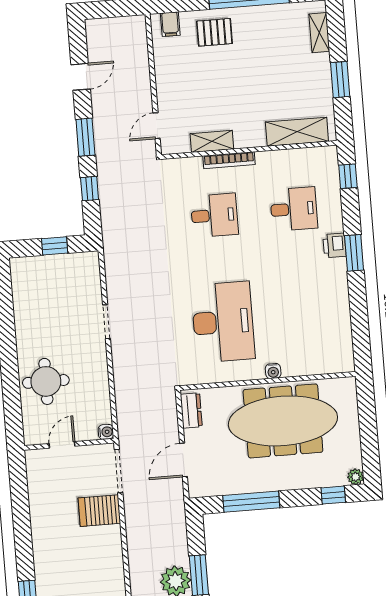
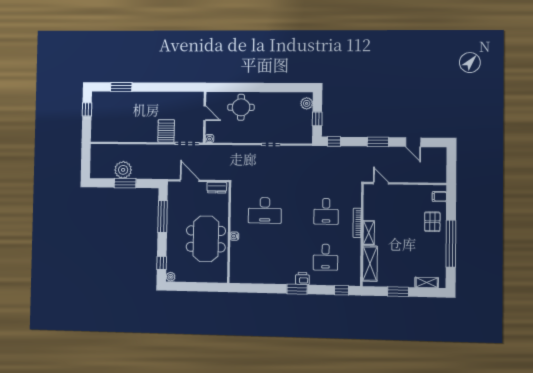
shelving: (212, 141) -> (369, 233), moved
window: (90, 189) -> (334, 141), moved
plant: (29, 267) -> (307, 103), added
desk: (223, 322) -> (265, 210), width x0.73, depth x0.77
meeting table: (283, 421) -> (206, 239), width x0.73

